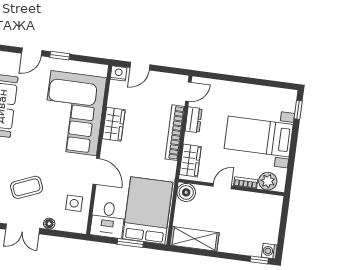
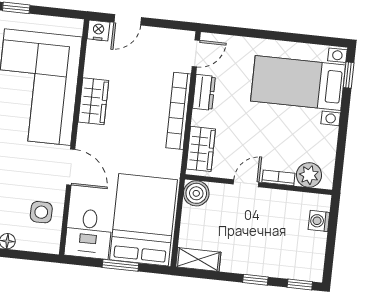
bed with nightstands: (259, 136) -> (298, 83), moved
shelving: (195, 239) -> (198, 260), width x0.67, depth x0.75
washing machine: (269, 251) -> (319, 221), moved
window: (227, 256) -> (255, 280), added

